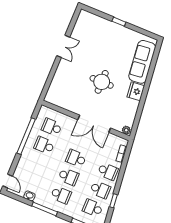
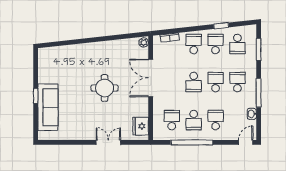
double door: (63, 46) -> (108, 142), moved
sofa: (142, 62) -> (48, 107), moved, turned -84
fridge: (136, 91) -> (141, 126), moved, turned 96
double door: (94, 124) -> (151, 78), swing flipped
school desk: (52, 127) -> (172, 120), turned 180
school desk: (37, 164) -> (216, 120), added

